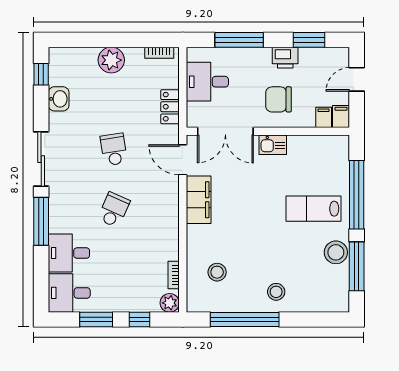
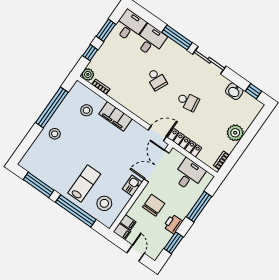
locker: (170, 107) -> (185, 143), width x1.53
filing cabinet: (199, 200) -> (115, 116), moved
stool: (336, 252) -> (104, 203), moved

